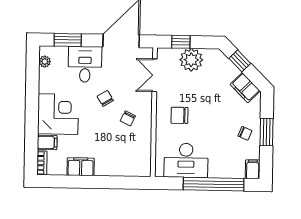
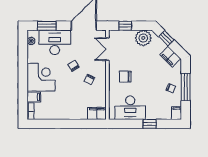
plant: (191, 60) -> (143, 38), moved
desk: (85, 64) -> (55, 42), width x1.37
window: (266, 132) -> (186, 87), width x1.44
filing cabinet: (81, 167) -> (97, 113), moved
window: (214, 184) -> (150, 124), width x0.32

